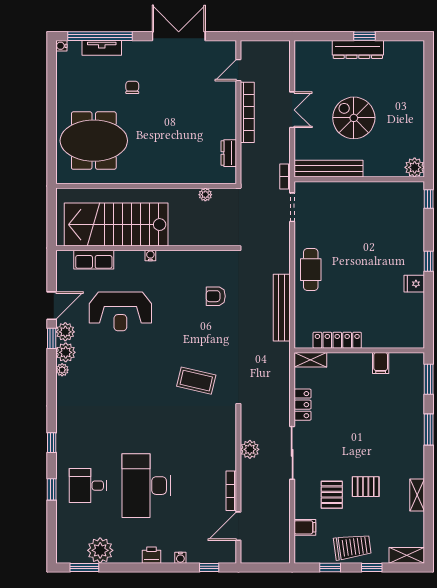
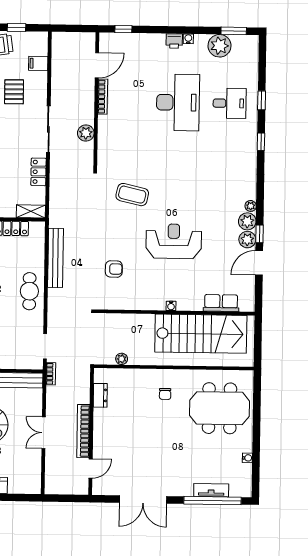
water cooler: (61, 46) -> (247, 458), moved
chair: (132, 87) -> (165, 394), moved
reception desk: (120, 311) -> (174, 241), moved
water cooler: (180, 558) -> (188, 39), moved

